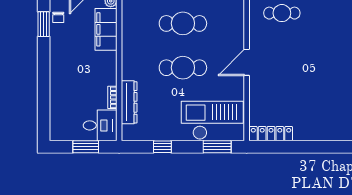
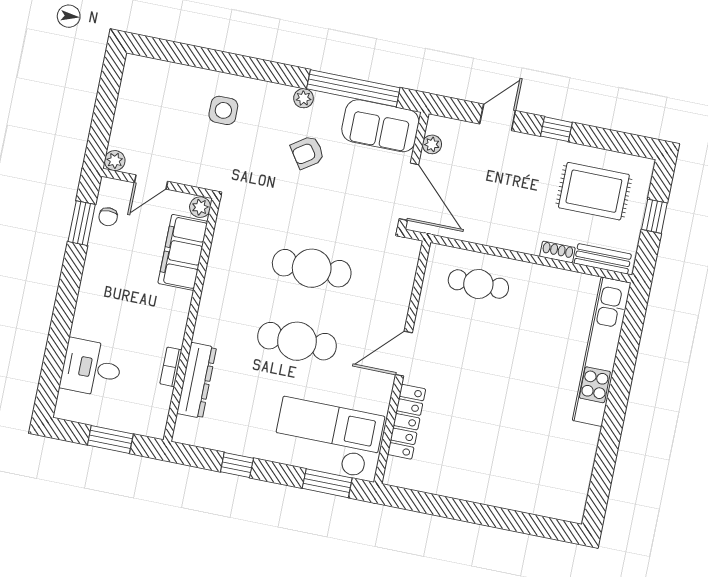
desk: (100, 125) -> (91, 368), moved, turned 180
locker: (271, 134) -> (407, 422), moved, turned 90

